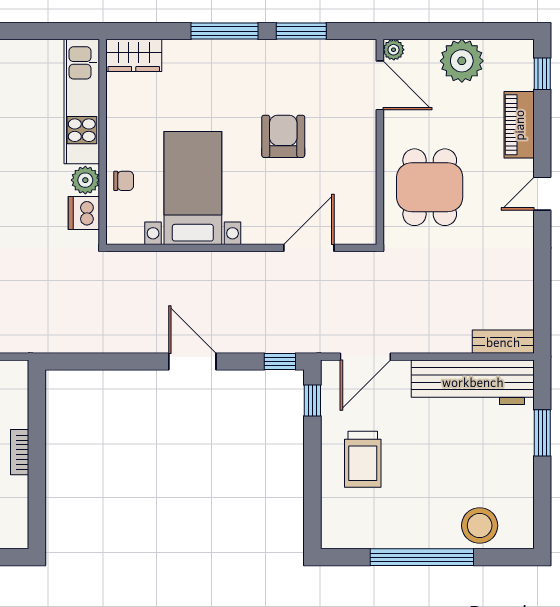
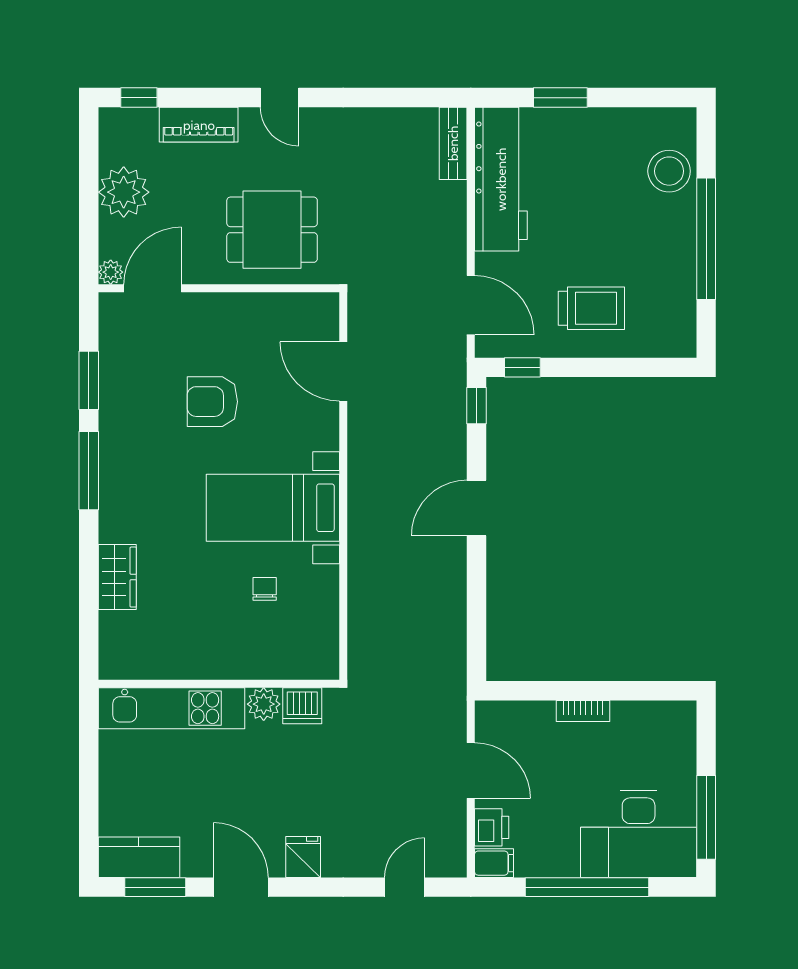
kitchen unit: (82, 102) -> (171, 708), moved
wall: (103, 142) -> (219, 684), moved
plant: (85, 180) -> (264, 704), moved
dishwasher: (84, 213) -> (302, 706), moved

